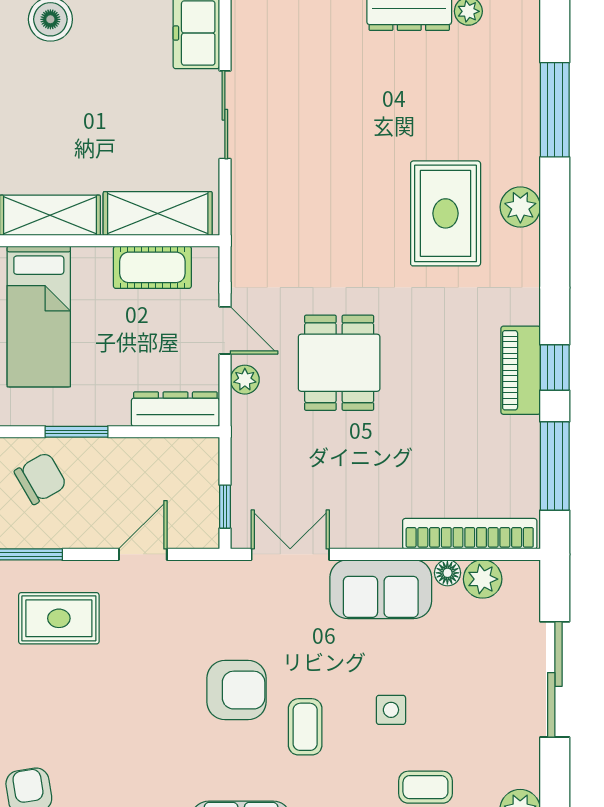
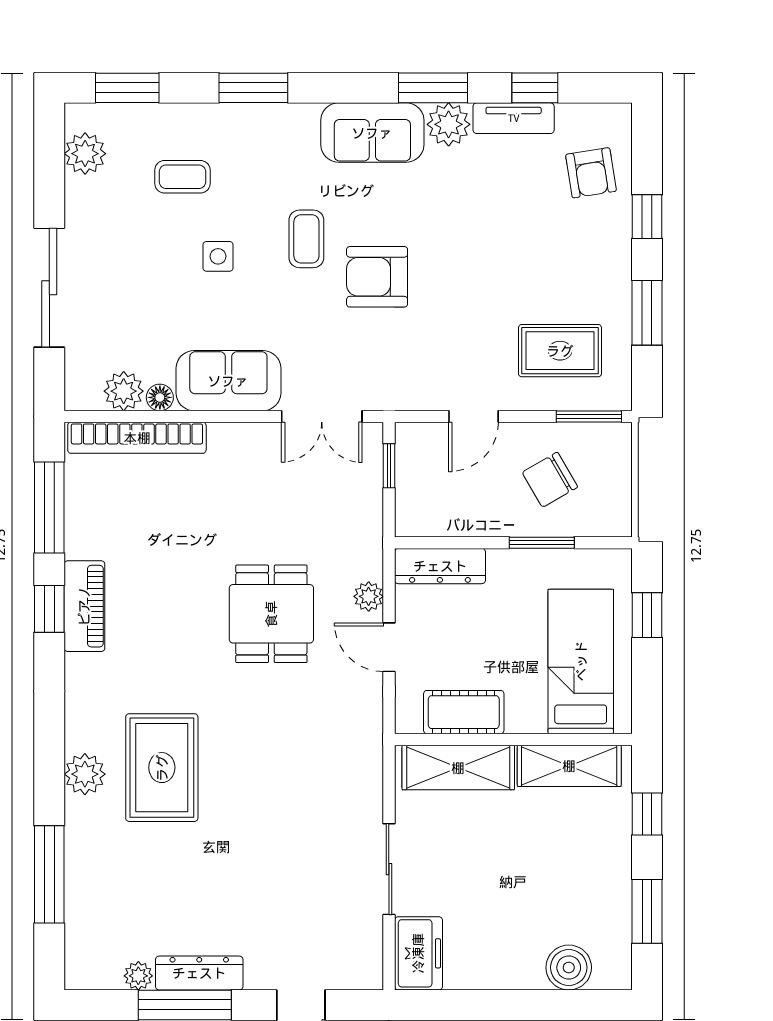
chair: (41, 478) -> (550, 480), moved

